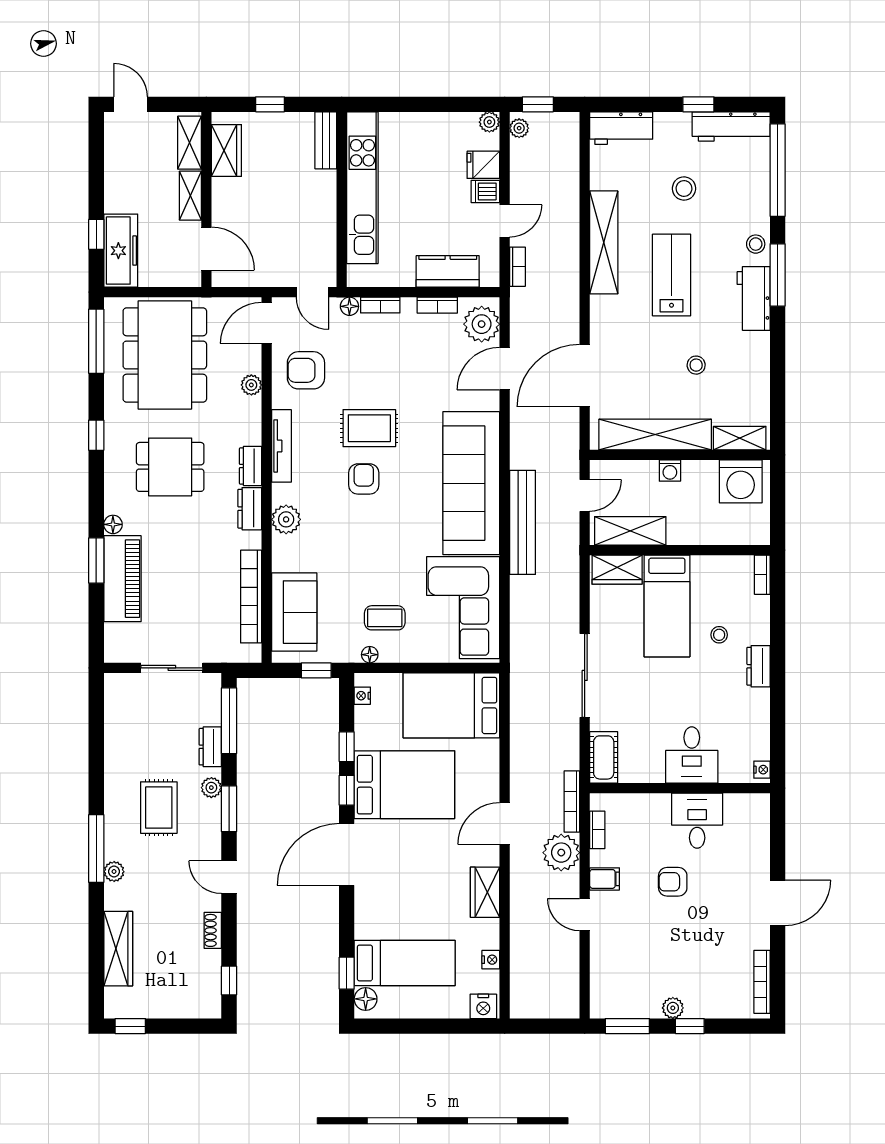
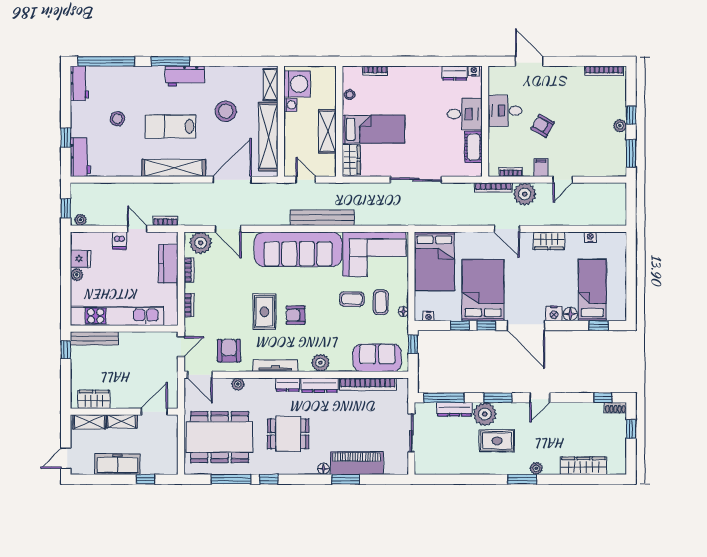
window: (270, 104) -> (66, 350), moved
window: (698, 104) -> (66, 138), moved
plant: (489, 122) -> (77, 275), moved
workbench: (731, 126) -> (79, 83), width x0.73
bench: (326, 140) -> (94, 338), width x1.36
fridge: (483, 165) -> (80, 259), moved, turned -90
shelving: (604, 242) -> (174, 168), moved
stool: (756, 244) -> (152, 75), removed
freezer: (121, 251) -> (118, 464), moved
floor lamp: (349, 306) -> (190, 324), removed
window: (96, 341) -> (231, 479), moved
stool: (696, 365) -> (226, 111), width x1.89, depth x1.89
armchair: (306, 370) -> (229, 351), turned 180
door: (585, 376) -> (232, 180), swing flipped
dining table: (170, 467) -> (288, 434), turned 90
washing machine: (670, 471) -> (290, 105), moved
dresser: (250, 509) -> (319, 385), width x1.44
shelving: (630, 531) -> (327, 131), moved
coffee table: (390, 571) -> (352, 299), added
bookcase: (762, 575) -> (375, 71), moved
stool: (719, 635) -> (350, 95), moved
dresser: (758, 666) -> (455, 73), moved
dresser: (210, 747) -> (454, 409), width x1.44
cot: (604, 757) -> (473, 147), moved, turned 90
plant: (211, 788) -> (485, 414), width x1.87, depth x1.87
window: (96, 849) -> (522, 479), width x0.69
armchair: (673, 882) -> (543, 126), turned 119
door: (778, 903) -> (529, 61), moved
shoe rack: (213, 930) -> (615, 408), moved
floor lamp: (366, 999) -> (570, 314), moved
nightstand: (483, 1006) -> (554, 313), moved, turned 90
window: (130, 1026) -> (631, 429), moved

